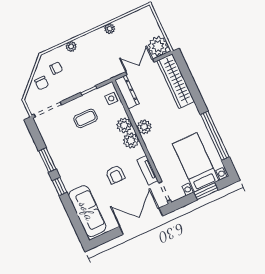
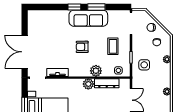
side table: (90, 71) -> (144, 65), added
dresser: (127, 92) -> (107, 83), moved
plant: (131, 141) -> (83, 71), removed
armchair: (115, 175) -> (82, 47), moved
sofa: (87, 211) -> (88, 18), moved
double door: (141, 221) -> (25, 52), swing flipped

